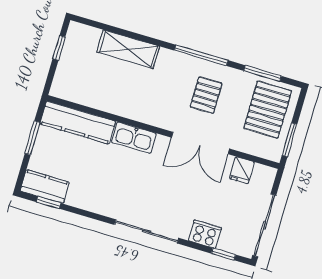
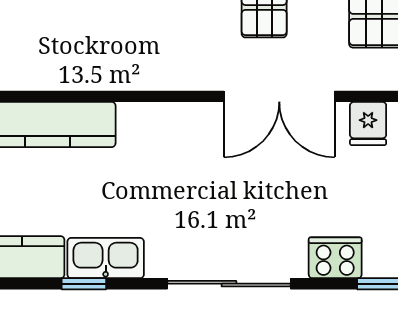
kitchen sink: (134, 138) -> (106, 258), moved, turned 180
window: (49, 203) -> (84, 284), moved

